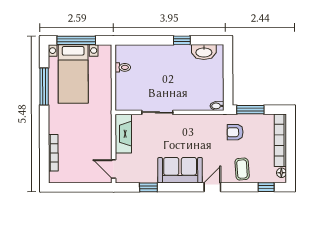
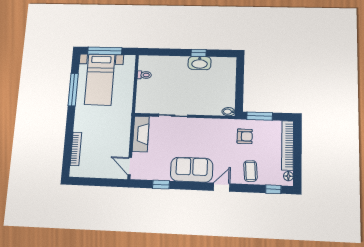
washbasin: (204, 52) -> (200, 63), moved
armchair: (235, 132) -> (245, 136), turned 180

